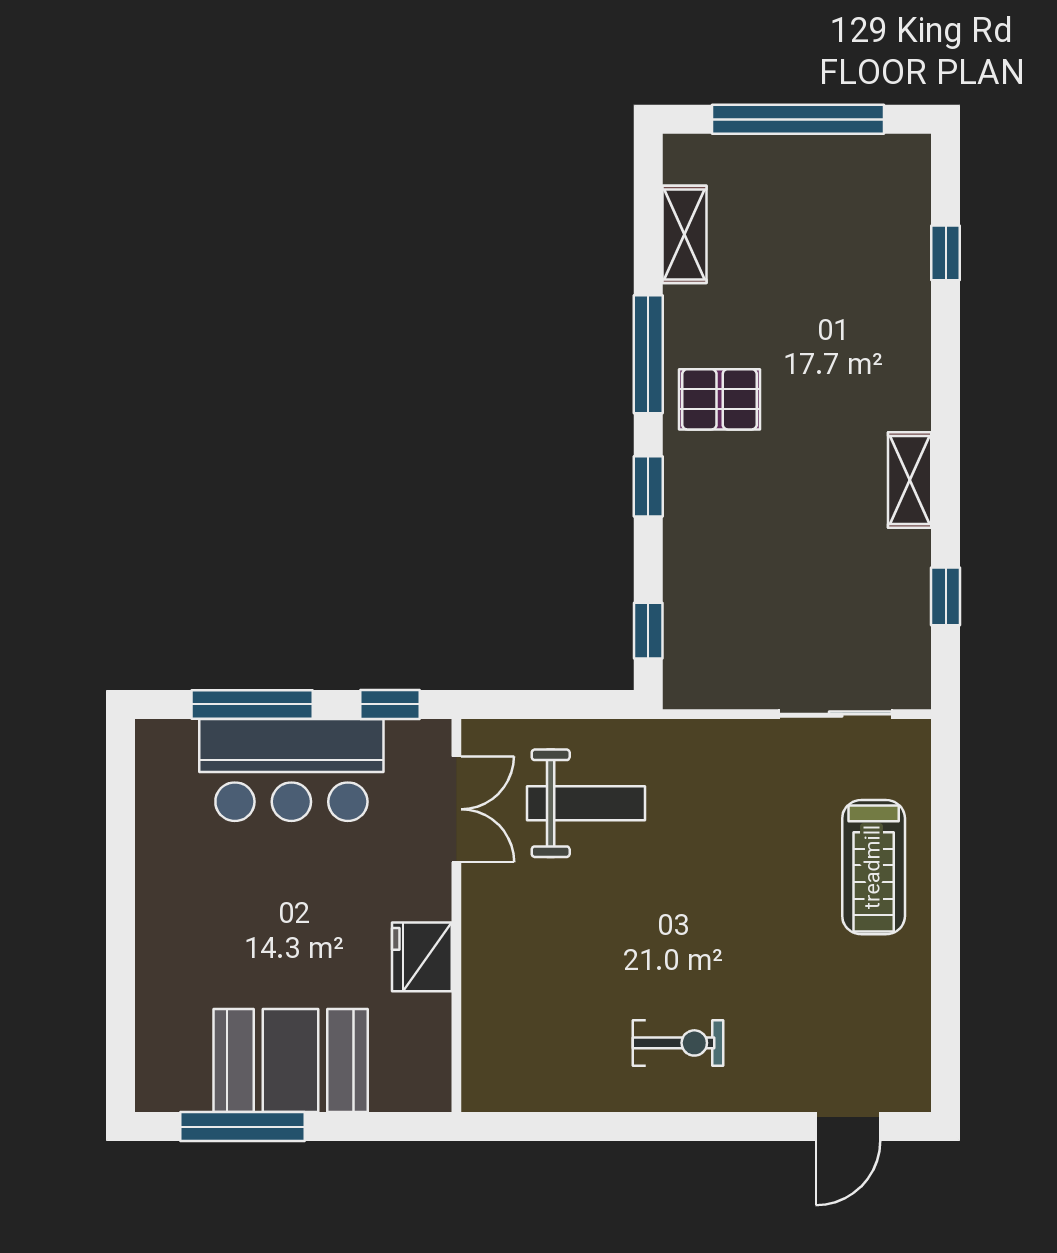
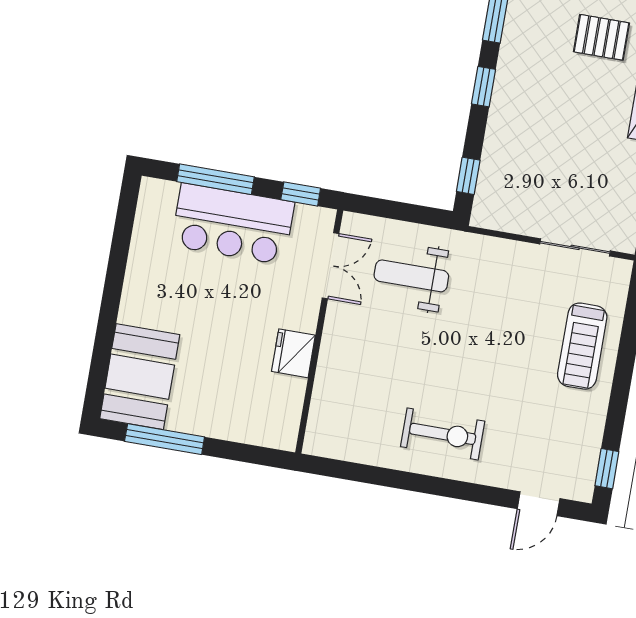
pallet: (720, 399) -> (601, 37), moved
weight bench: (586, 803) -> (411, 276), turned 180
exercise bike: (678, 1043) -> (443, 434), width x1.38, depth x1.39
window: (946, 1053) -> (607, 469), added
booth: (291, 1061) -> (140, 377), moved, turned 90

